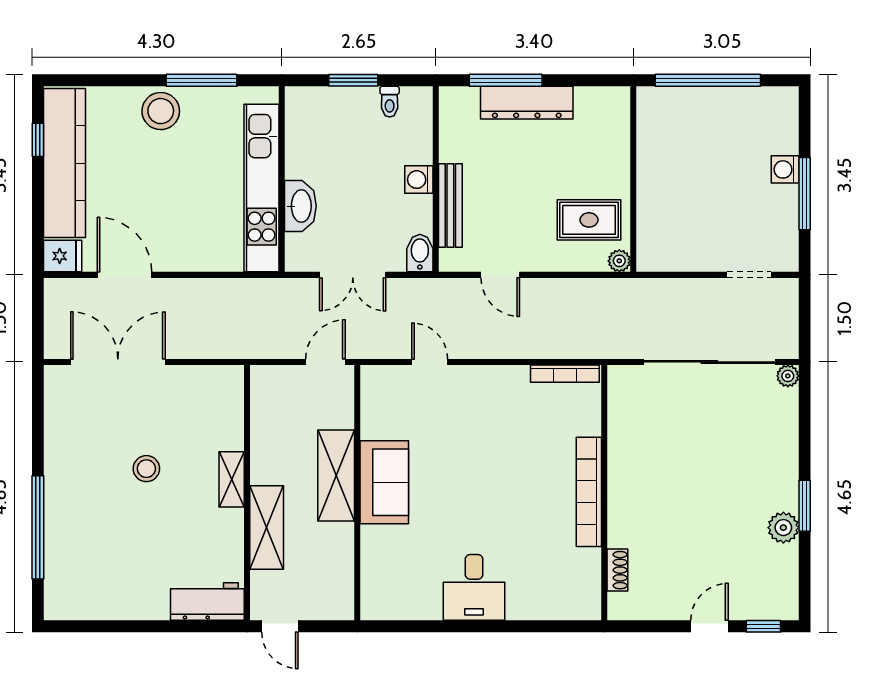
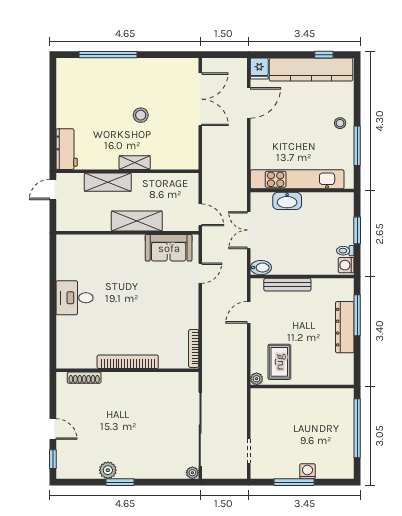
stool: (161, 111) -> (340, 123), width x0.53, depth x0.53
washing machine: (419, 180) -> (346, 265), moved, turned -90
sofa: (384, 482) -> (169, 248), moved
shoe rack: (617, 570) -> (84, 378), width x1.43

